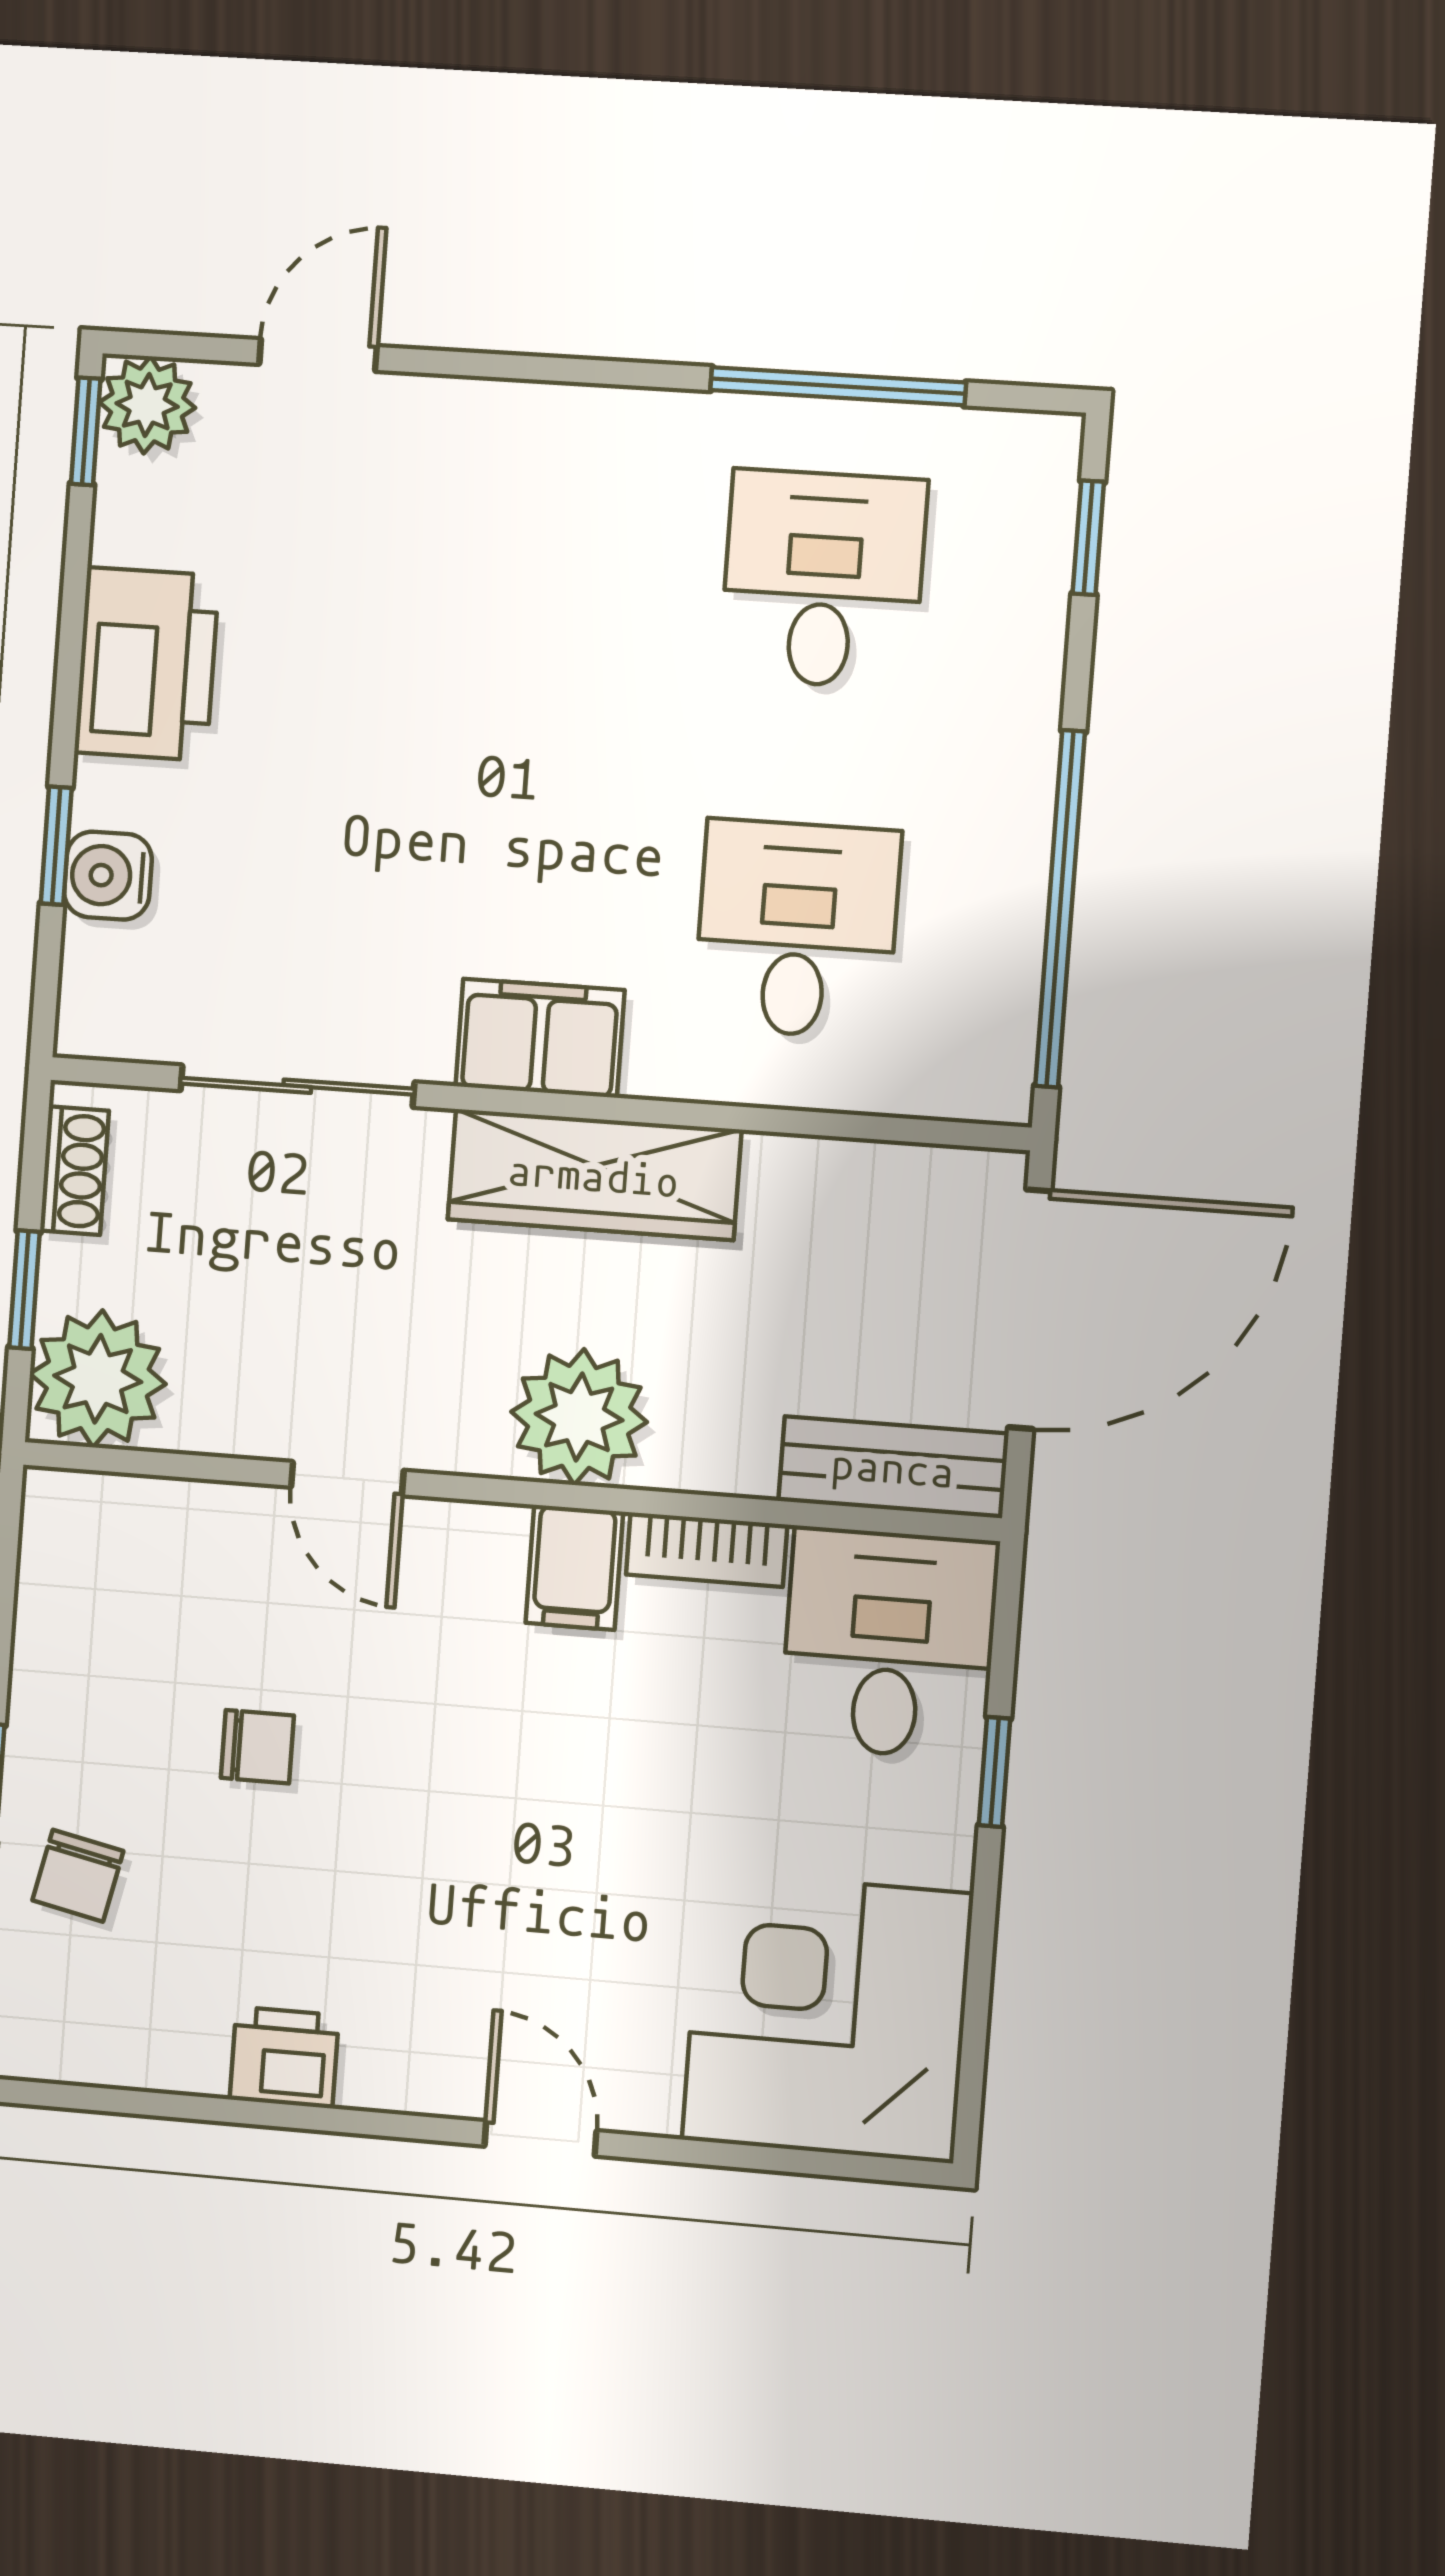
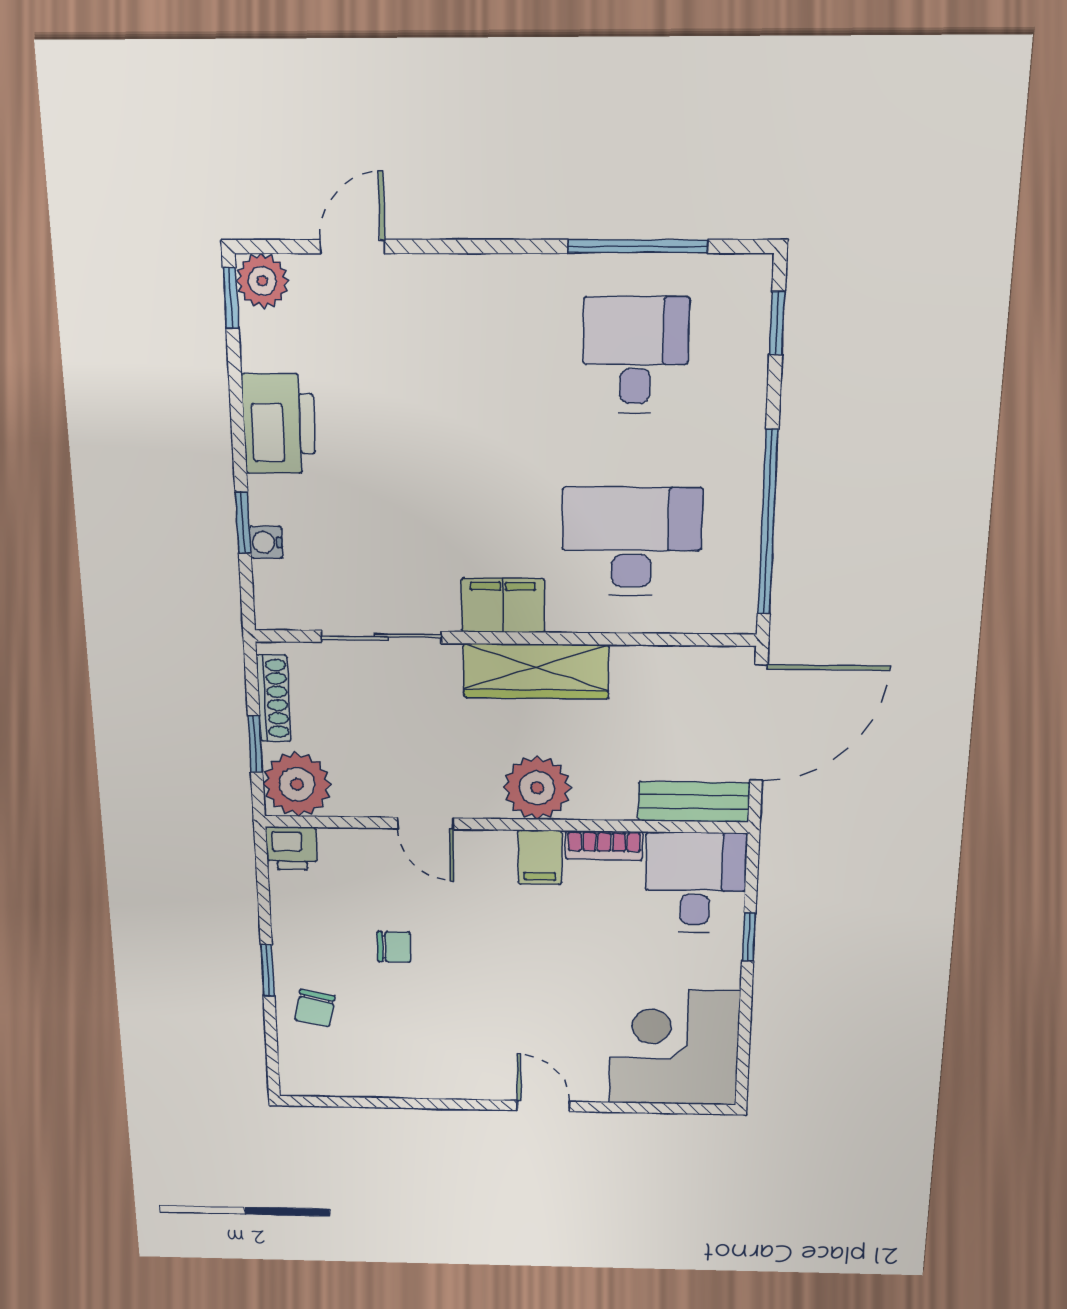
water cooler: (108, 876) -> (266, 542), width x0.72, depth x0.72
desk: (797, 929) -> (632, 542), width x1.37
shoe rack: (74, 1171) -> (274, 698), width x1.43
printer: (284, 2057) -> (292, 848), moved, turned 180

